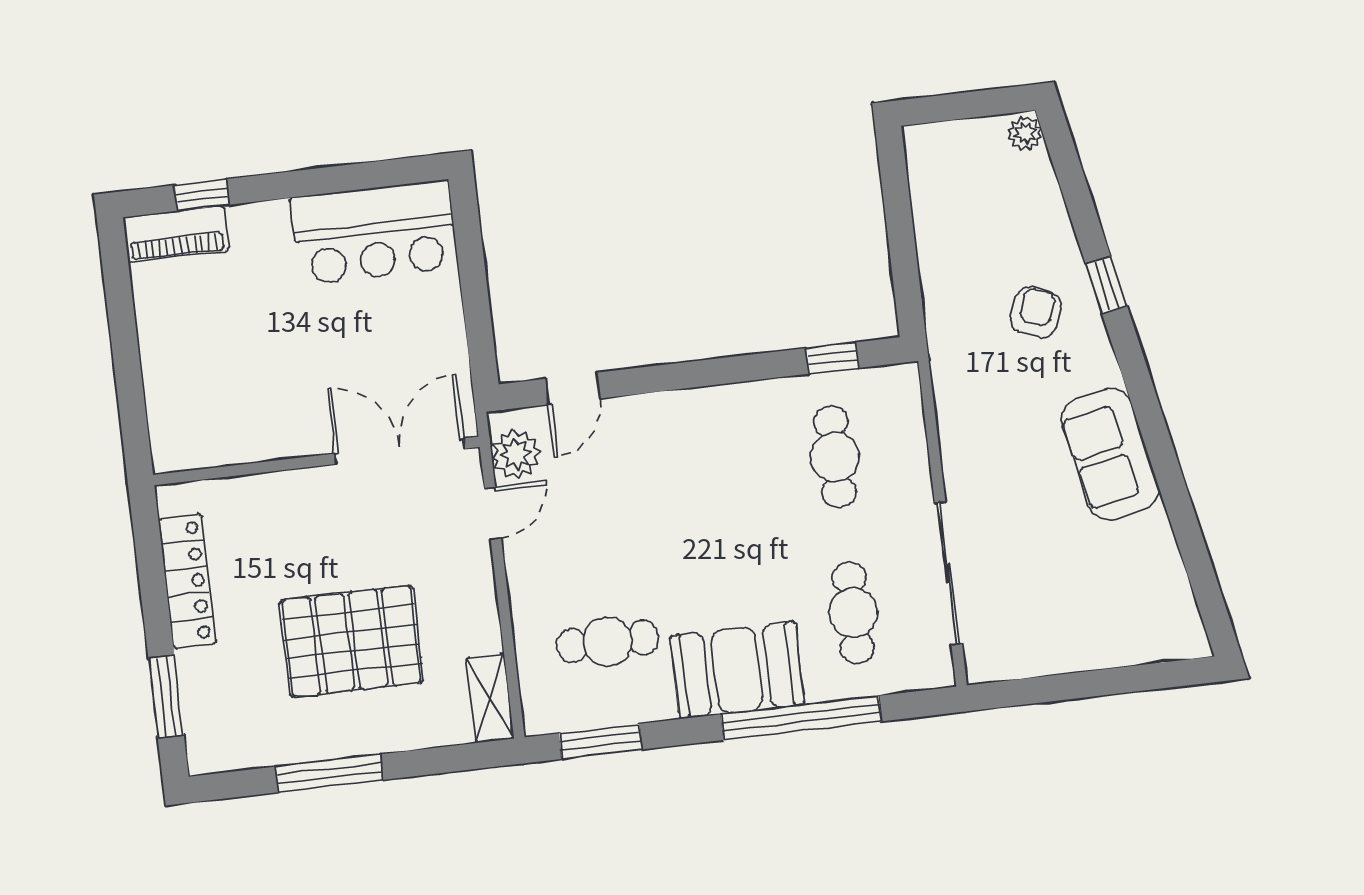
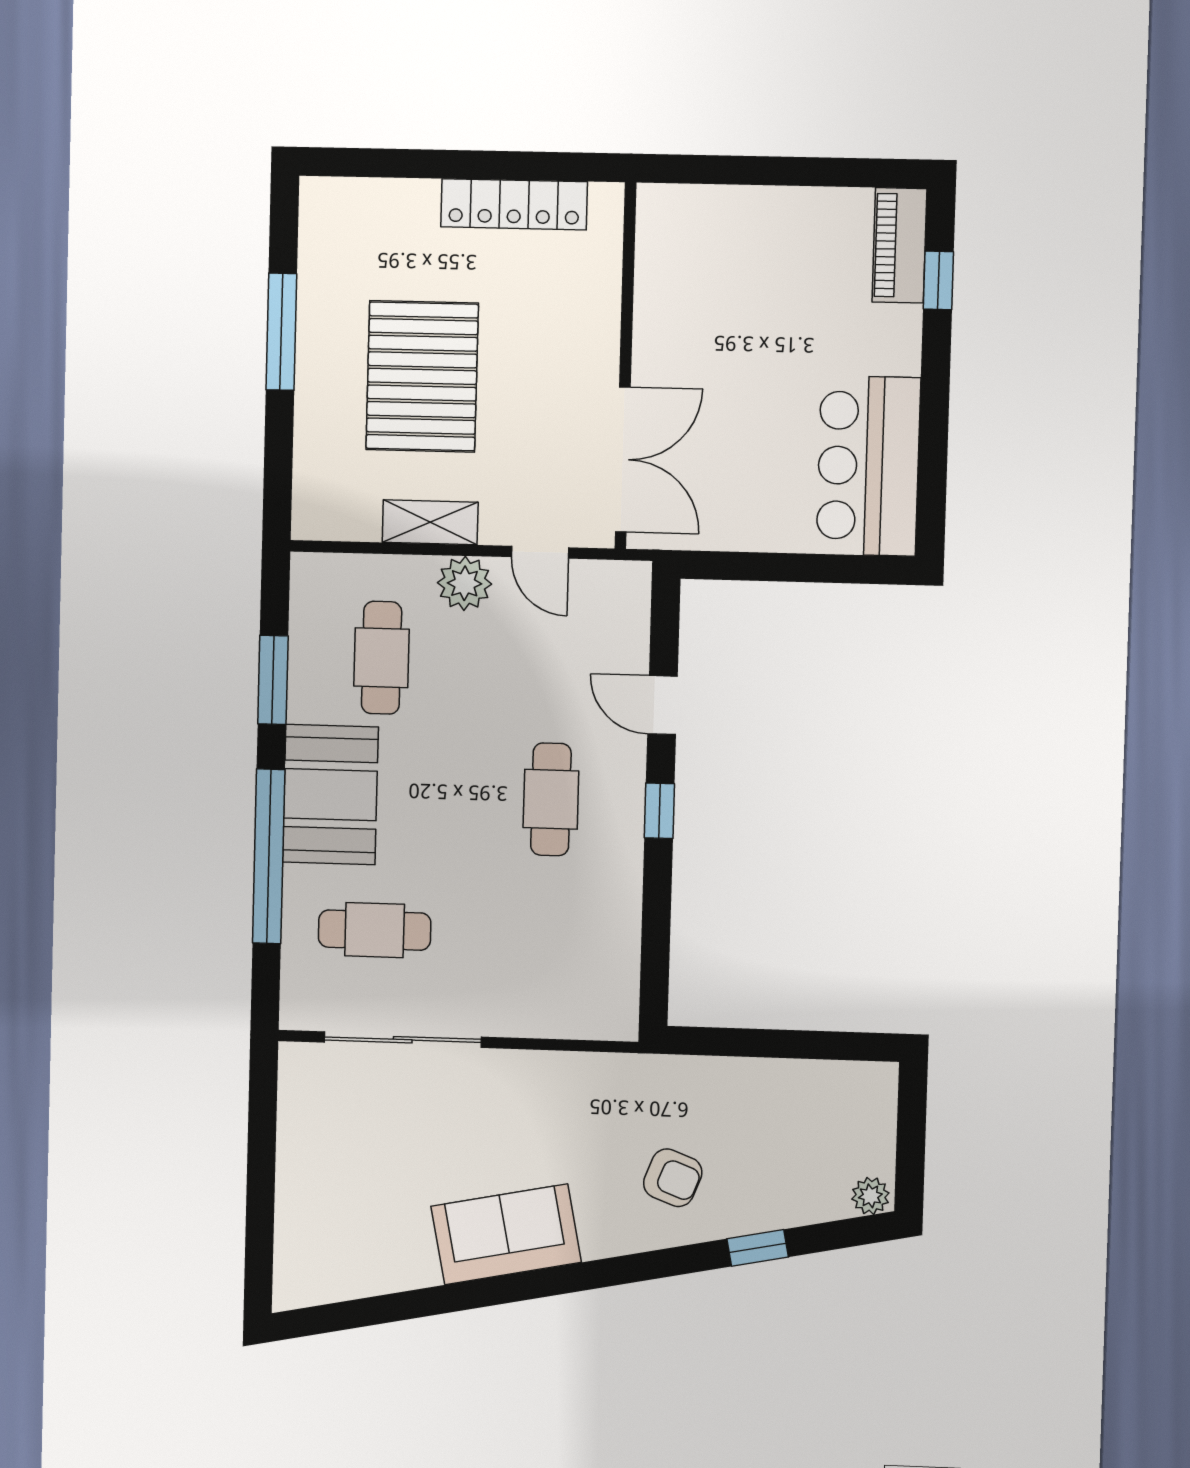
window: (1106, 285) -> (758, 1248), moved
window: (832, 358) -> (659, 811), moved
door: (573, 389) -> (662, 705), moved
plant: (516, 454) -> (465, 583), moved
cafe table: (835, 457) -> (551, 799), moved, turned 90
window: (166, 697) -> (391, 163), removed
shelving: (490, 698) -> (430, 522), moved
window: (601, 741) -> (273, 680), moved

